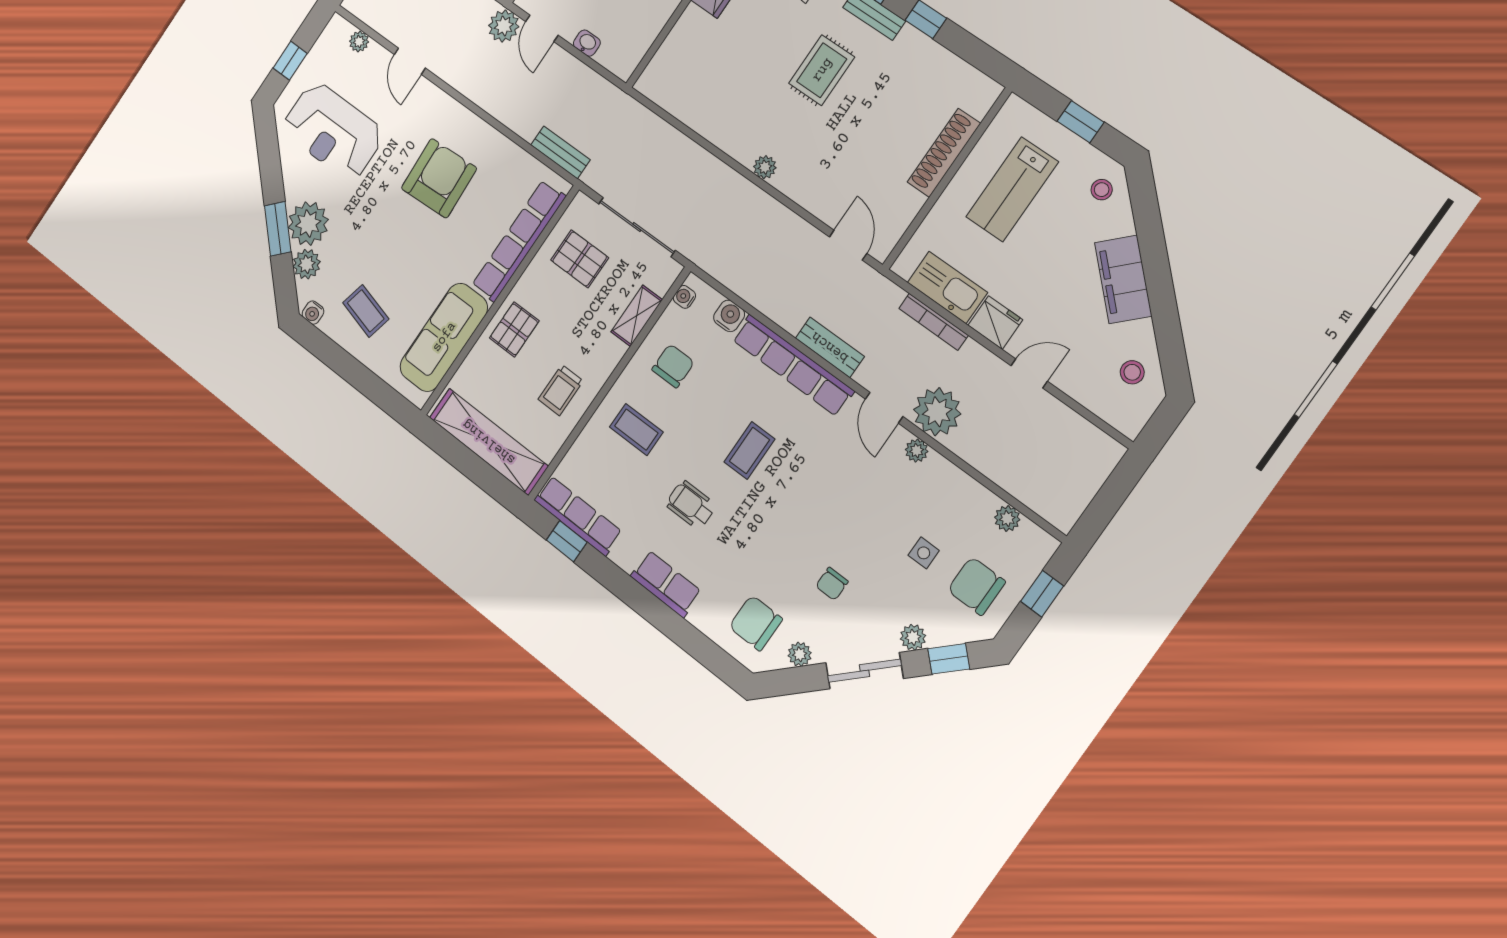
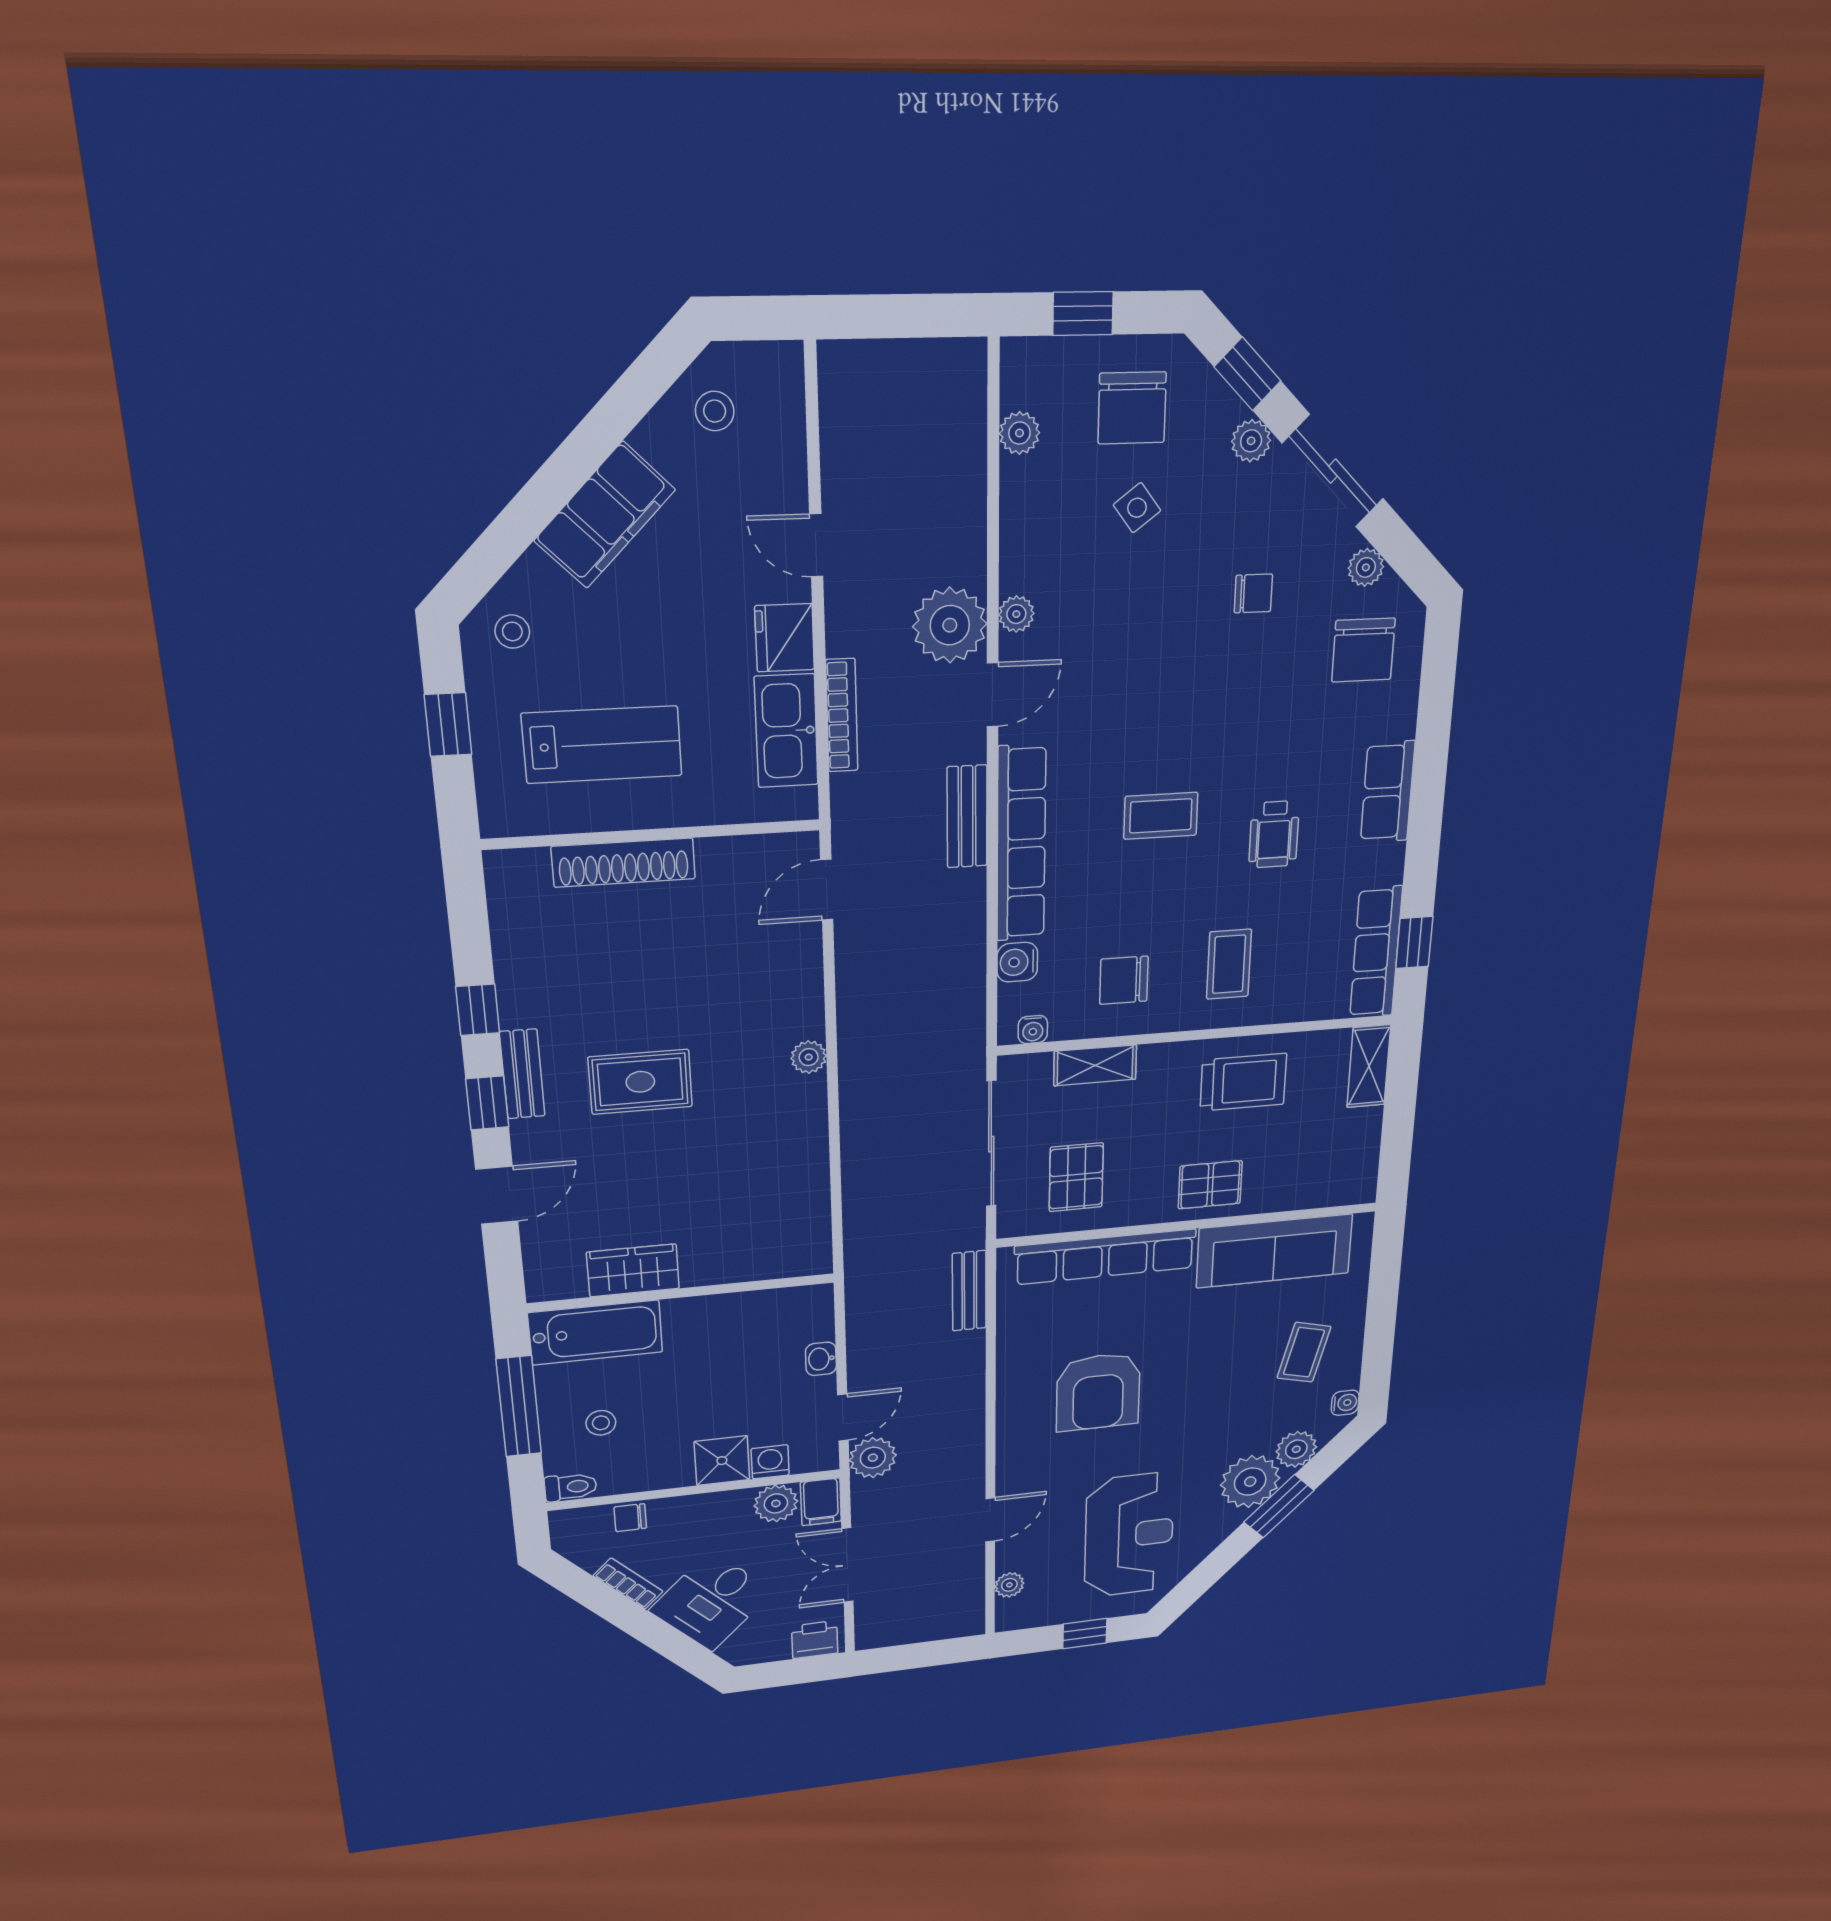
armchair: (439, 178) -> (1098, 1392), turned -87
trolley: (561, 390) -> (1243, 1082), width x1.36, depth x1.39
shelving: (489, 442) -> (1369, 1066), width x0.45, depth x0.75
side table: (924, 553) -> (1137, 508), turned -37

